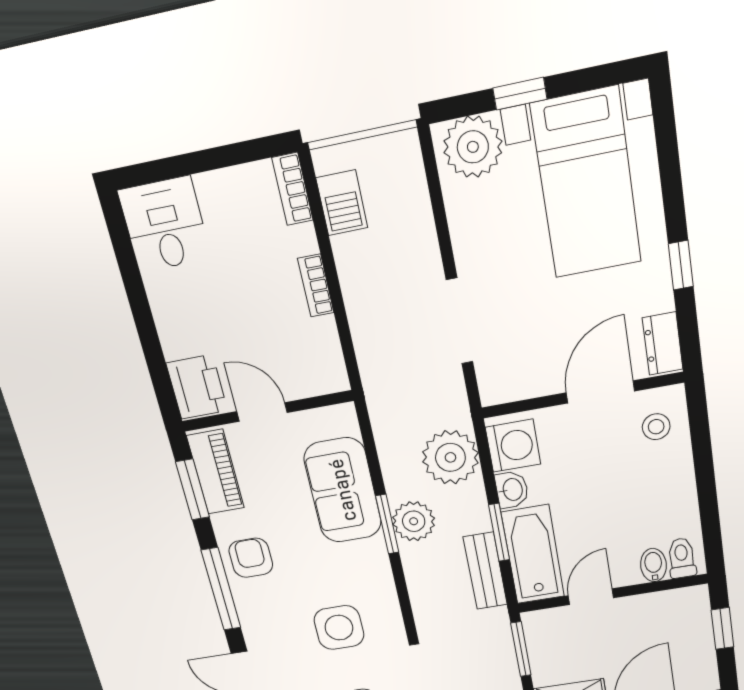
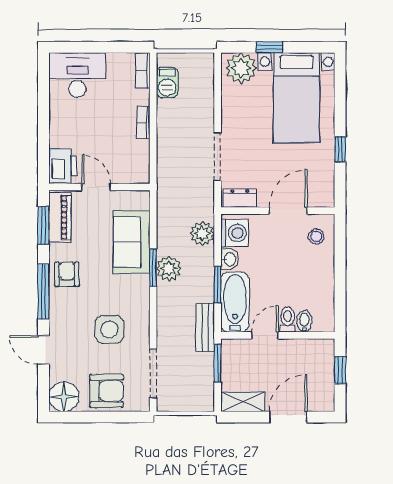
desk: (165, 224) -> (77, 75), width x1.37
dresser: (663, 344) -> (240, 198), moved, turned 90
plant: (450, 457) -> (202, 233), width x0.73, depth x0.73
toilet: (682, 558) -> (287, 320), moved
bench: (485, 571) -> (205, 327), moved

